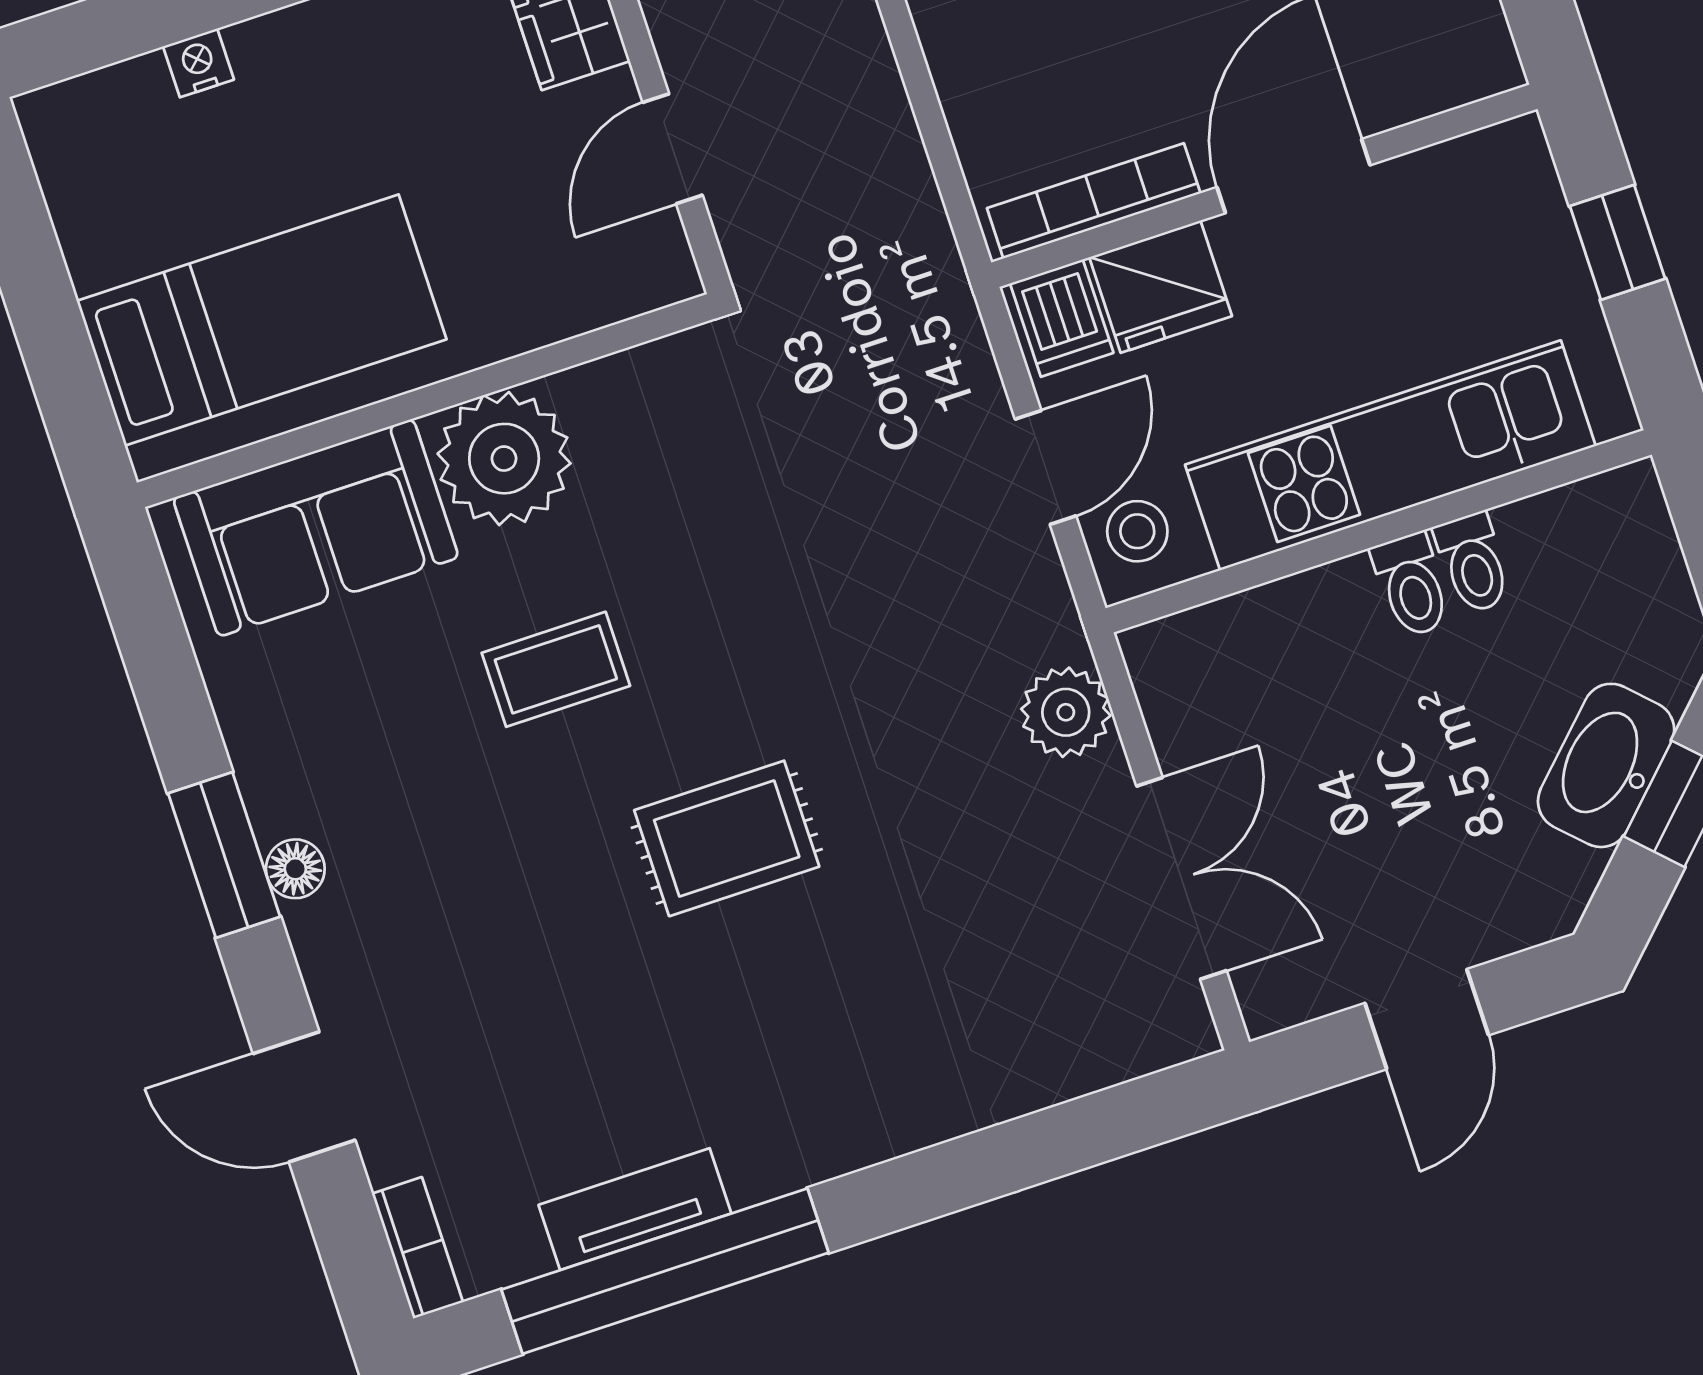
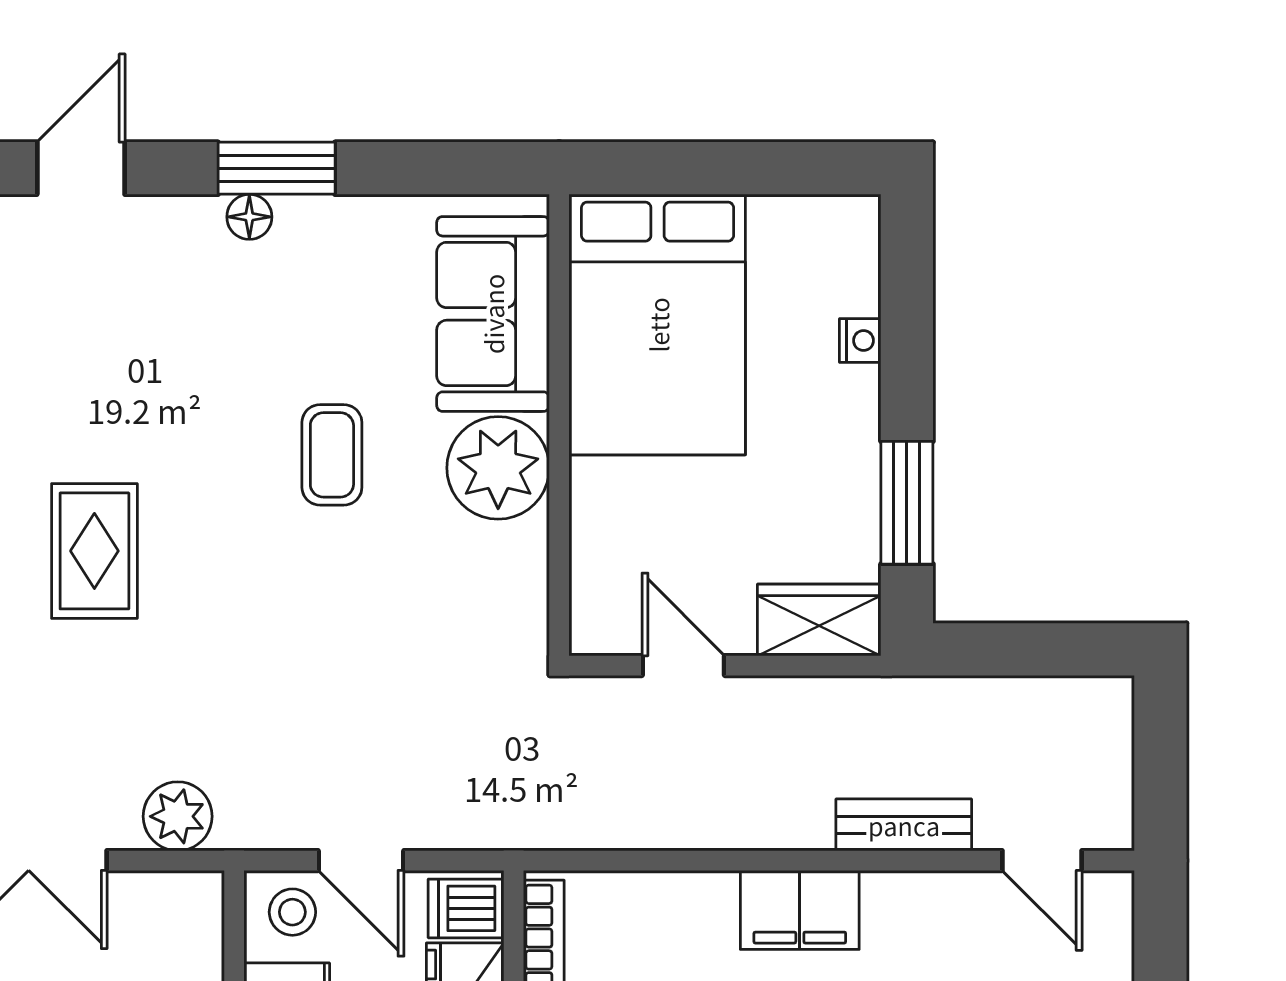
bed: (262, 320) -> (658, 325), width x1.50
rug: (727, 838) -> (94, 551), moved

